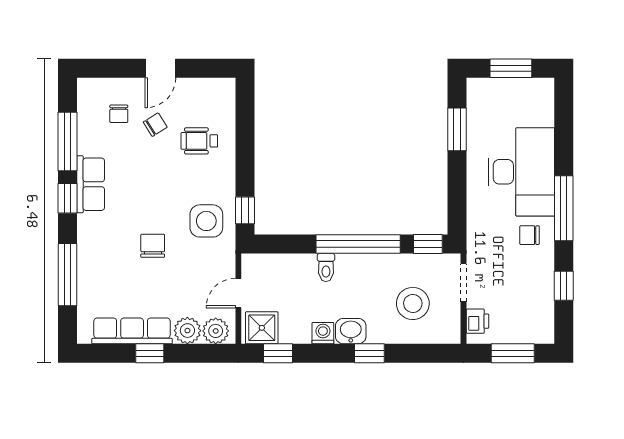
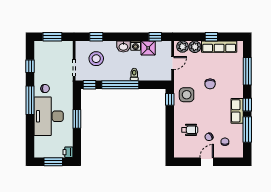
window: (457, 129) -> (77, 119), moved
printer: (477, 321) -> (68, 152), moved
shower: (262, 328) -> (148, 48), moved
window: (369, 353) -> (96, 37), moved

